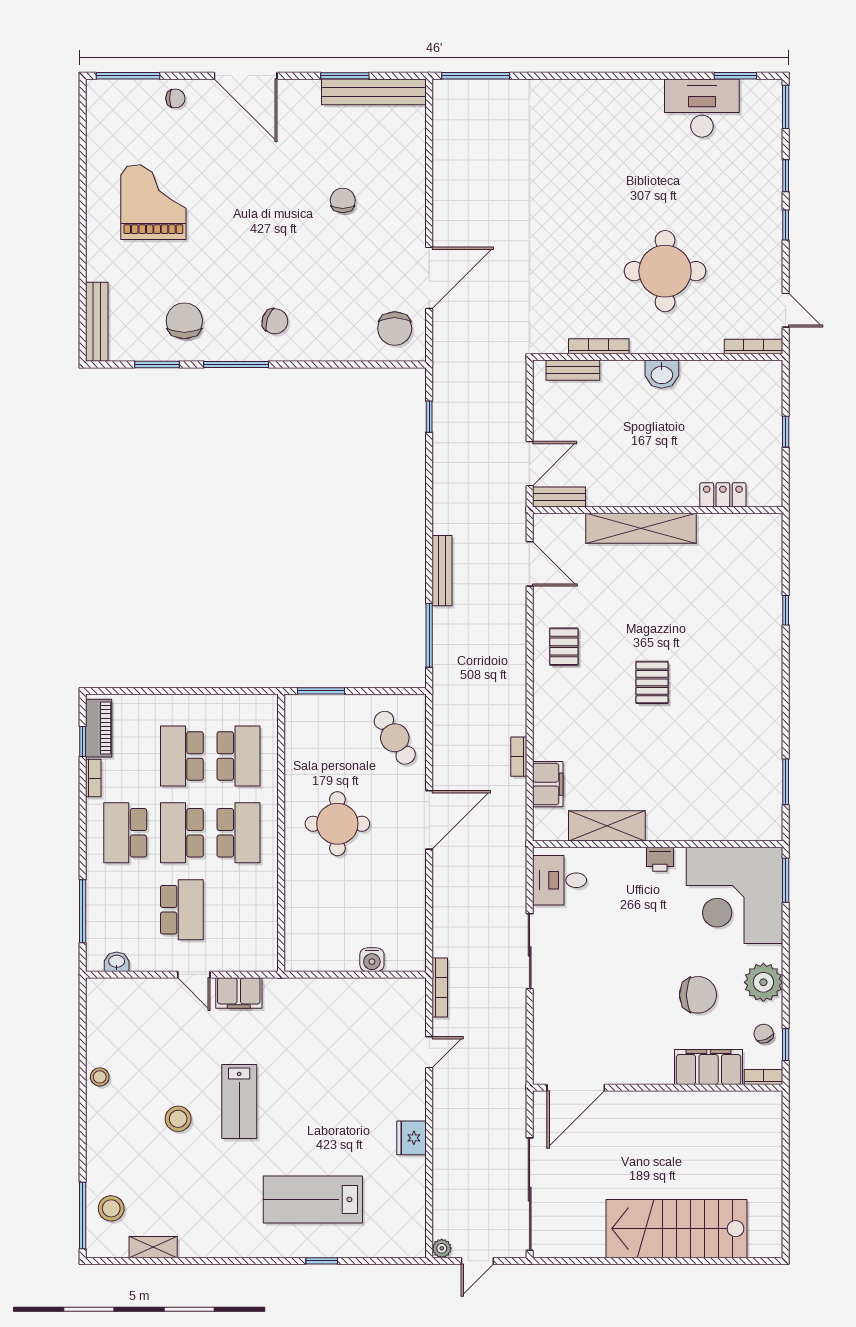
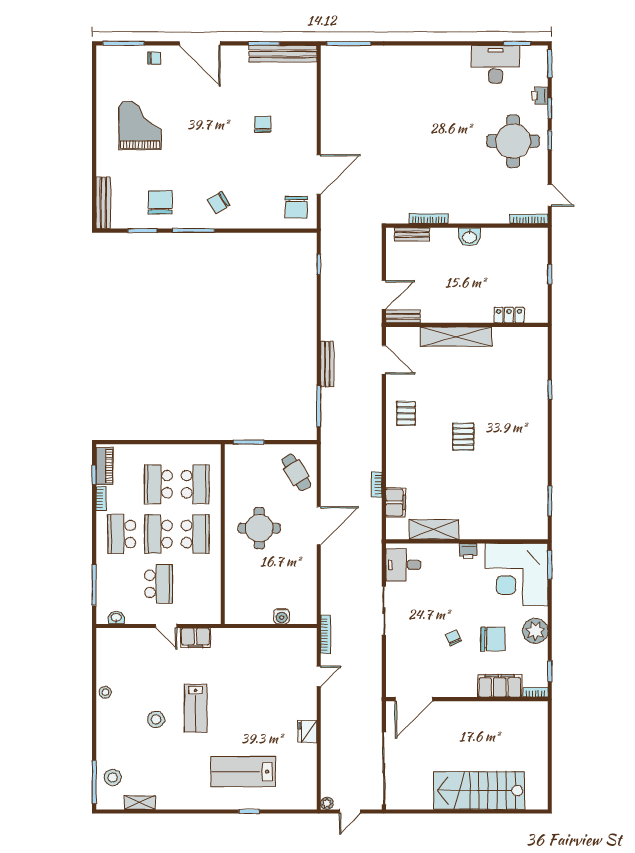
printer: (771, 156) -> (540, 96), added
round table: (665, 271) -> (513, 141), moved
chair: (275, 321) -> (219, 203), turned 130
chair: (764, 1034) -> (453, 638), moved

